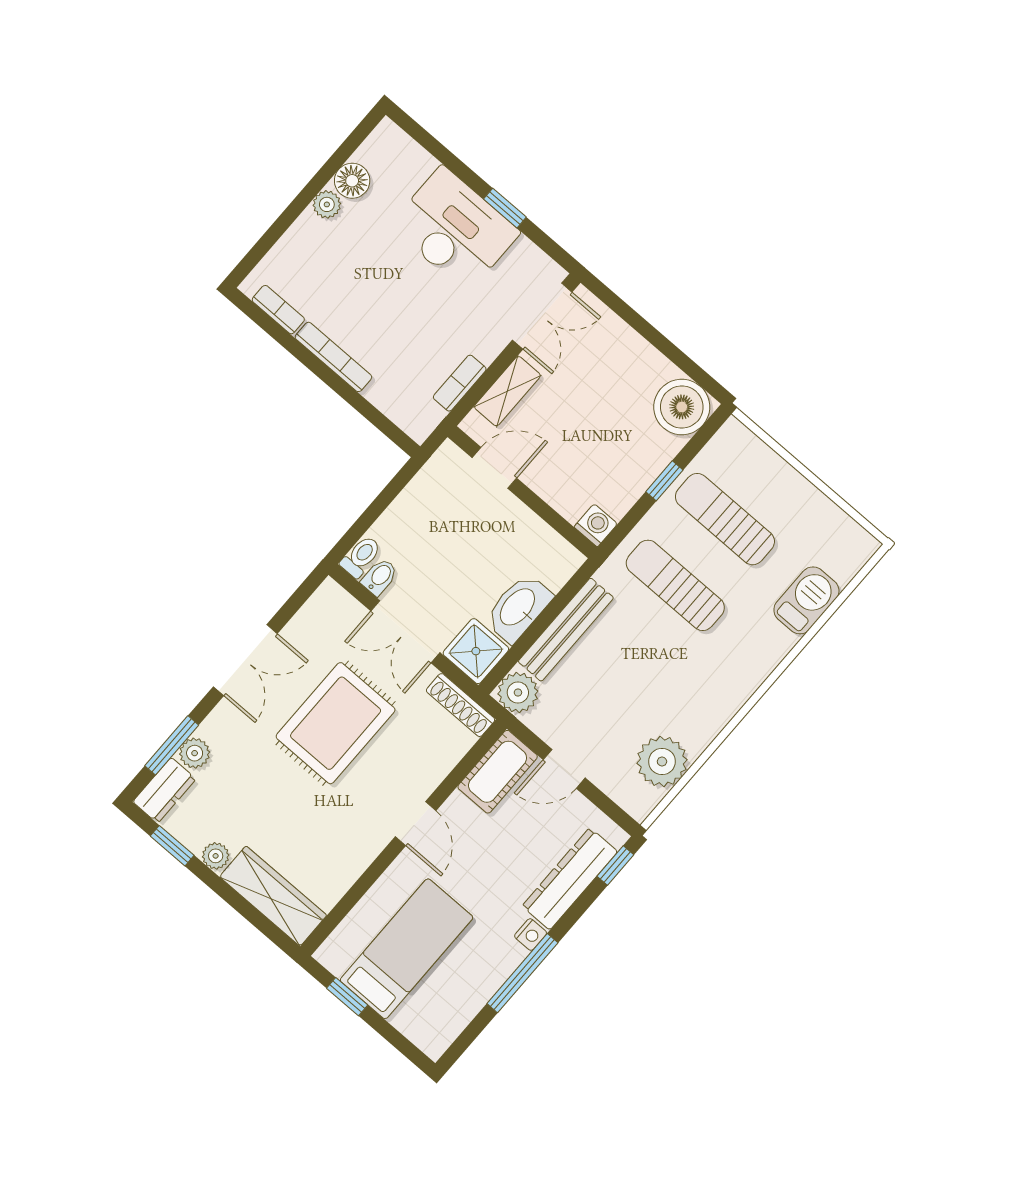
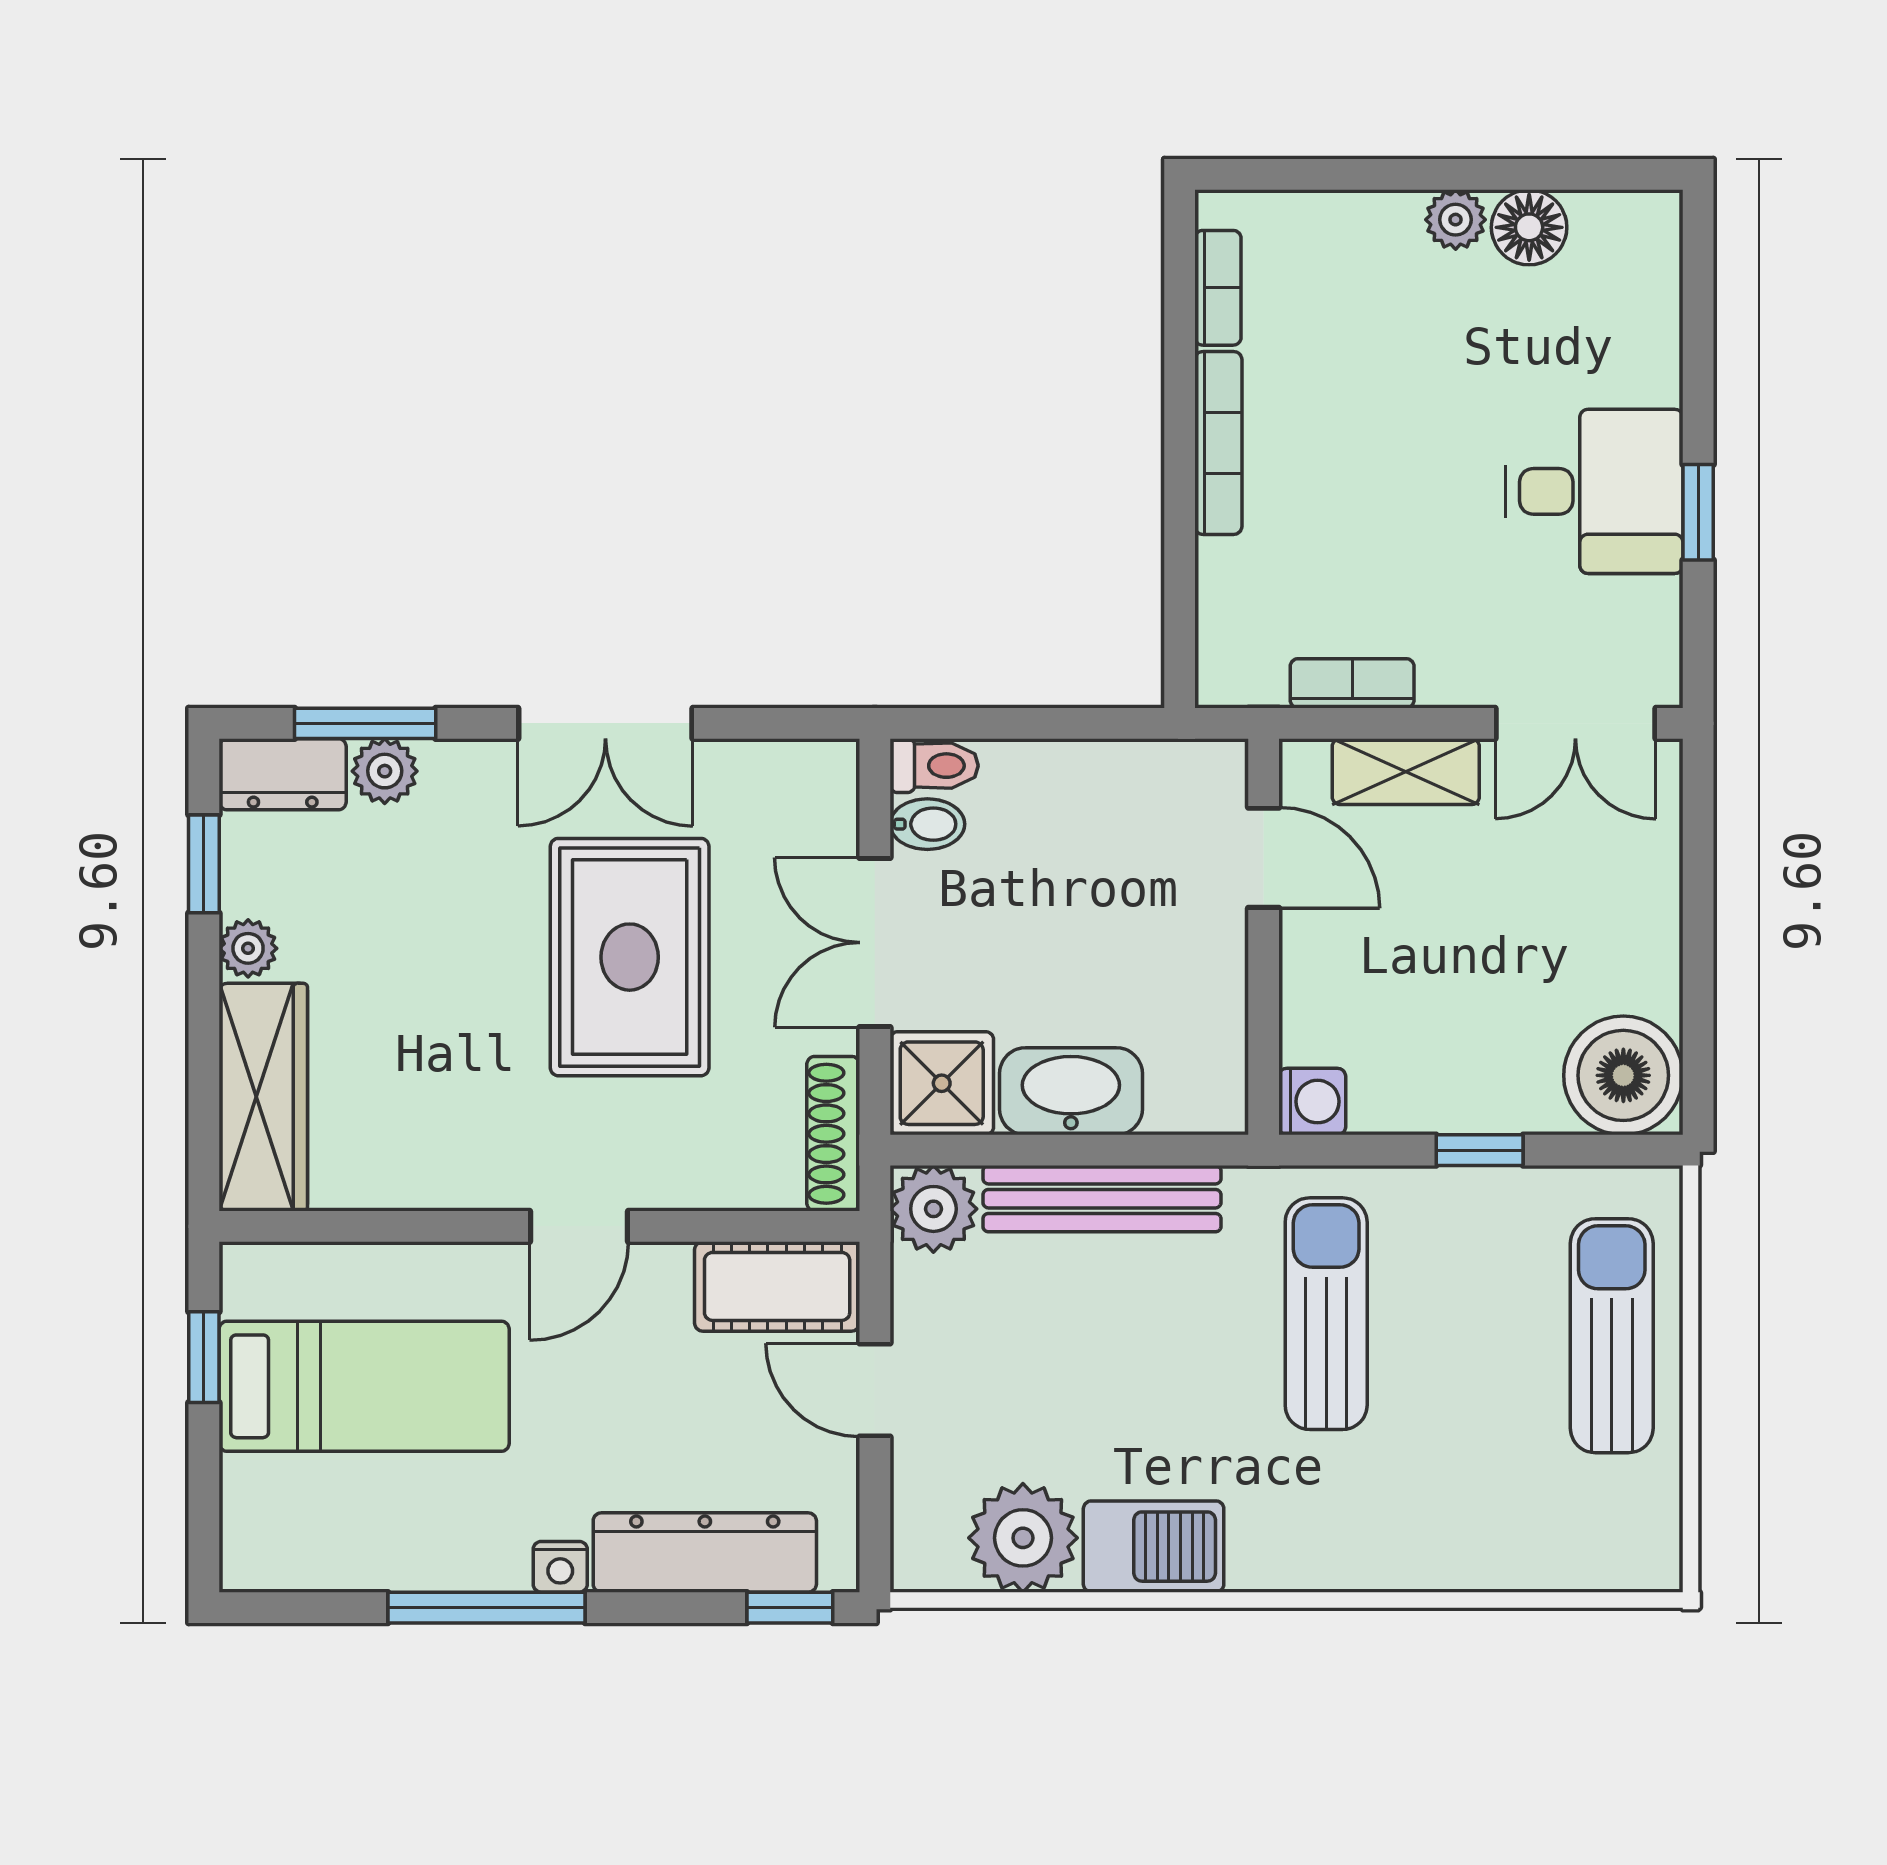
desk: (455, 229) -> (1594, 491), width x0.73
sun lounger: (725, 519) -> (1612, 1336), moved
barbecue: (806, 600) -> (1154, 1547), moved
rug: (336, 723) -> (630, 957), turned 90

